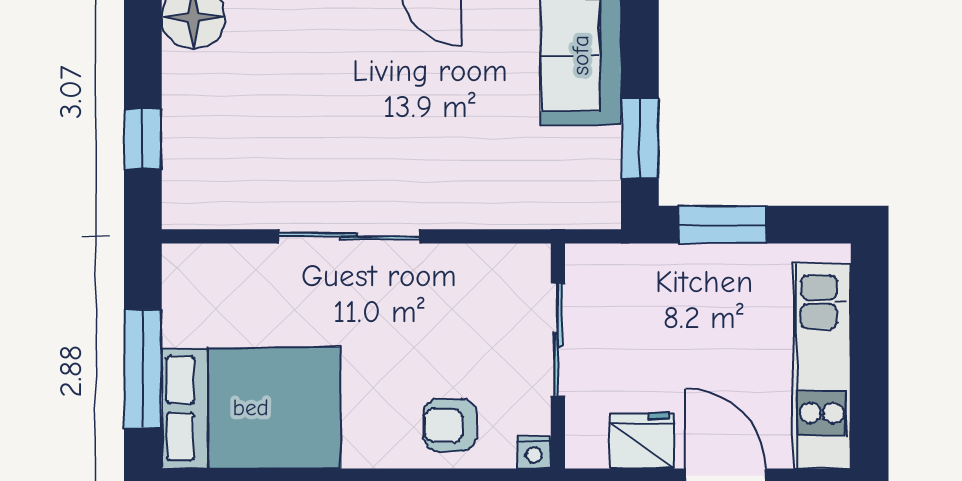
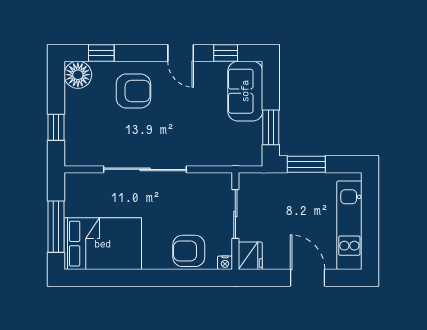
armchair: (322, 55) -> (133, 91), added
sliding door: (349, 236) -> (145, 169), width x1.36
armchair: (450, 425) -> (189, 251), width x1.38, depth x1.38
fridge: (642, 441) -> (250, 256), moved, turned 90

